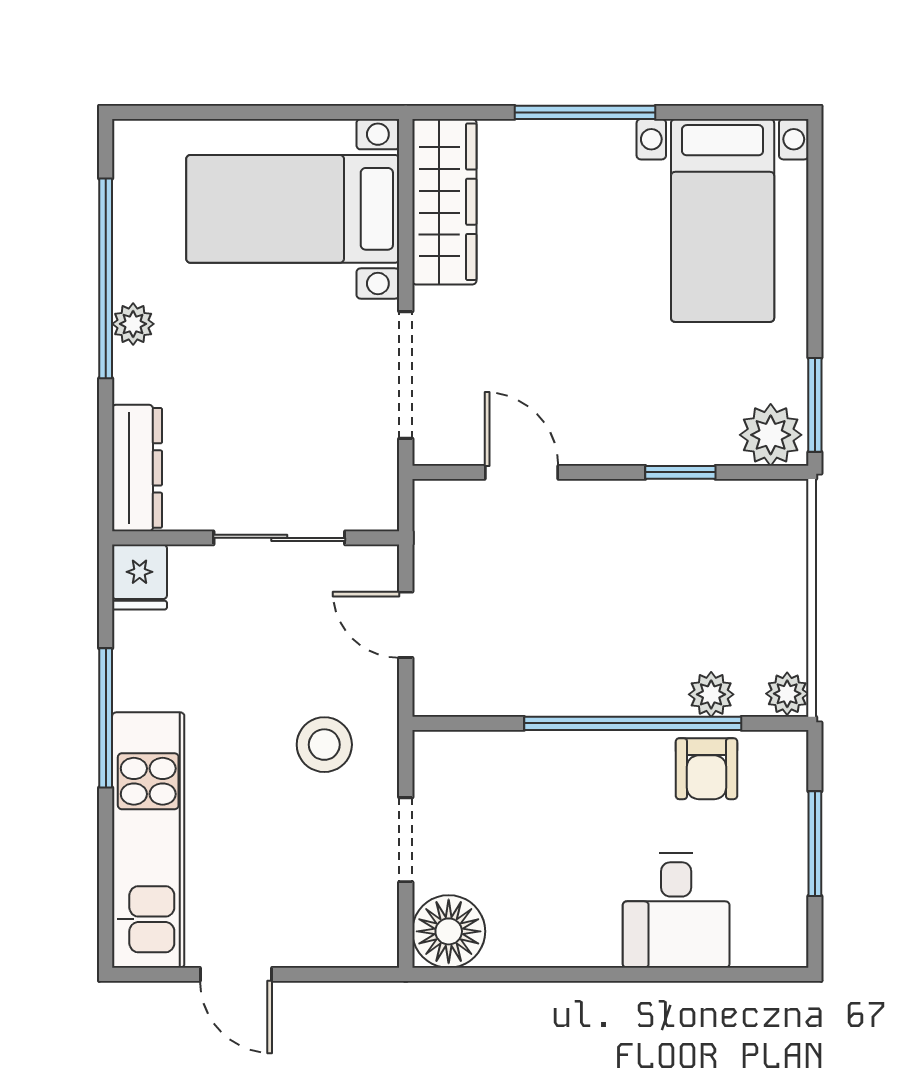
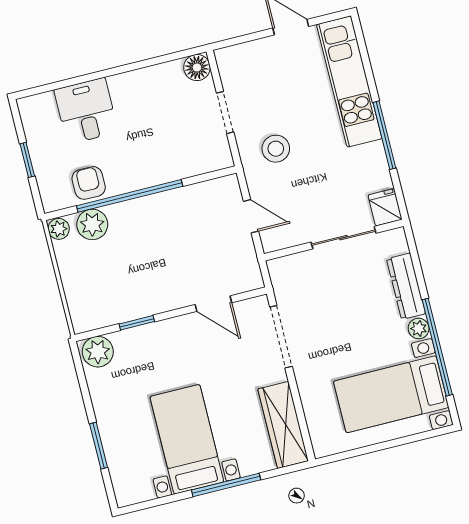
bed with nightstands: (293, 209) -> (391, 394), moved, turned 180
bed with nightstands: (723, 220) -> (187, 439), moved
window: (815, 405) -> (99, 446), moved
dresser: (137, 468) -> (406, 286), moved
sliding door: (279, 538) -> (344, 238), moved
plant: (711, 694) -> (92, 224), width x1.38, depth x1.38
window: (815, 844) -> (27, 160), width x0.67
floor lamp: (449, 931) -> (197, 68), width x0.73, depth x0.73

